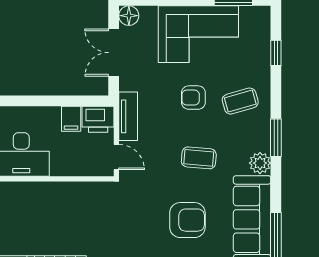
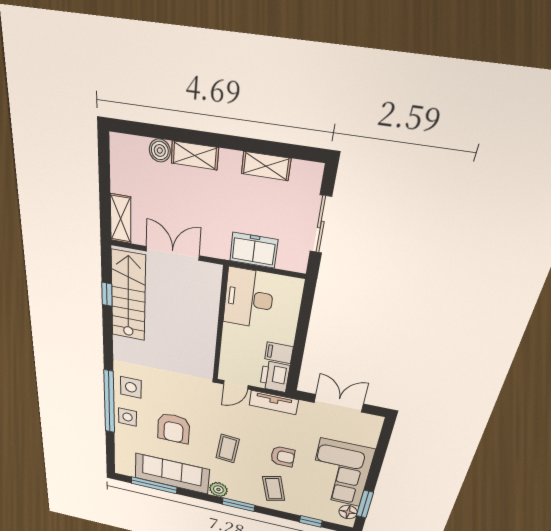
floor lamp: (129, 16) -> (348, 512), moved
armchair: (193, 98) -> (283, 456), turned 90

